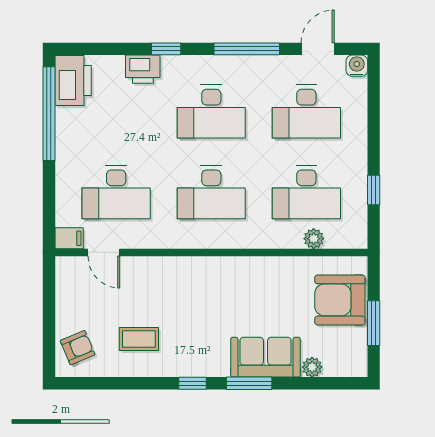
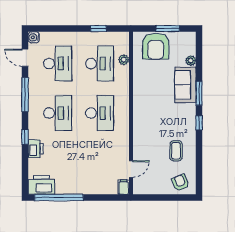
desk: (116, 192) -> (100, 163), removed

